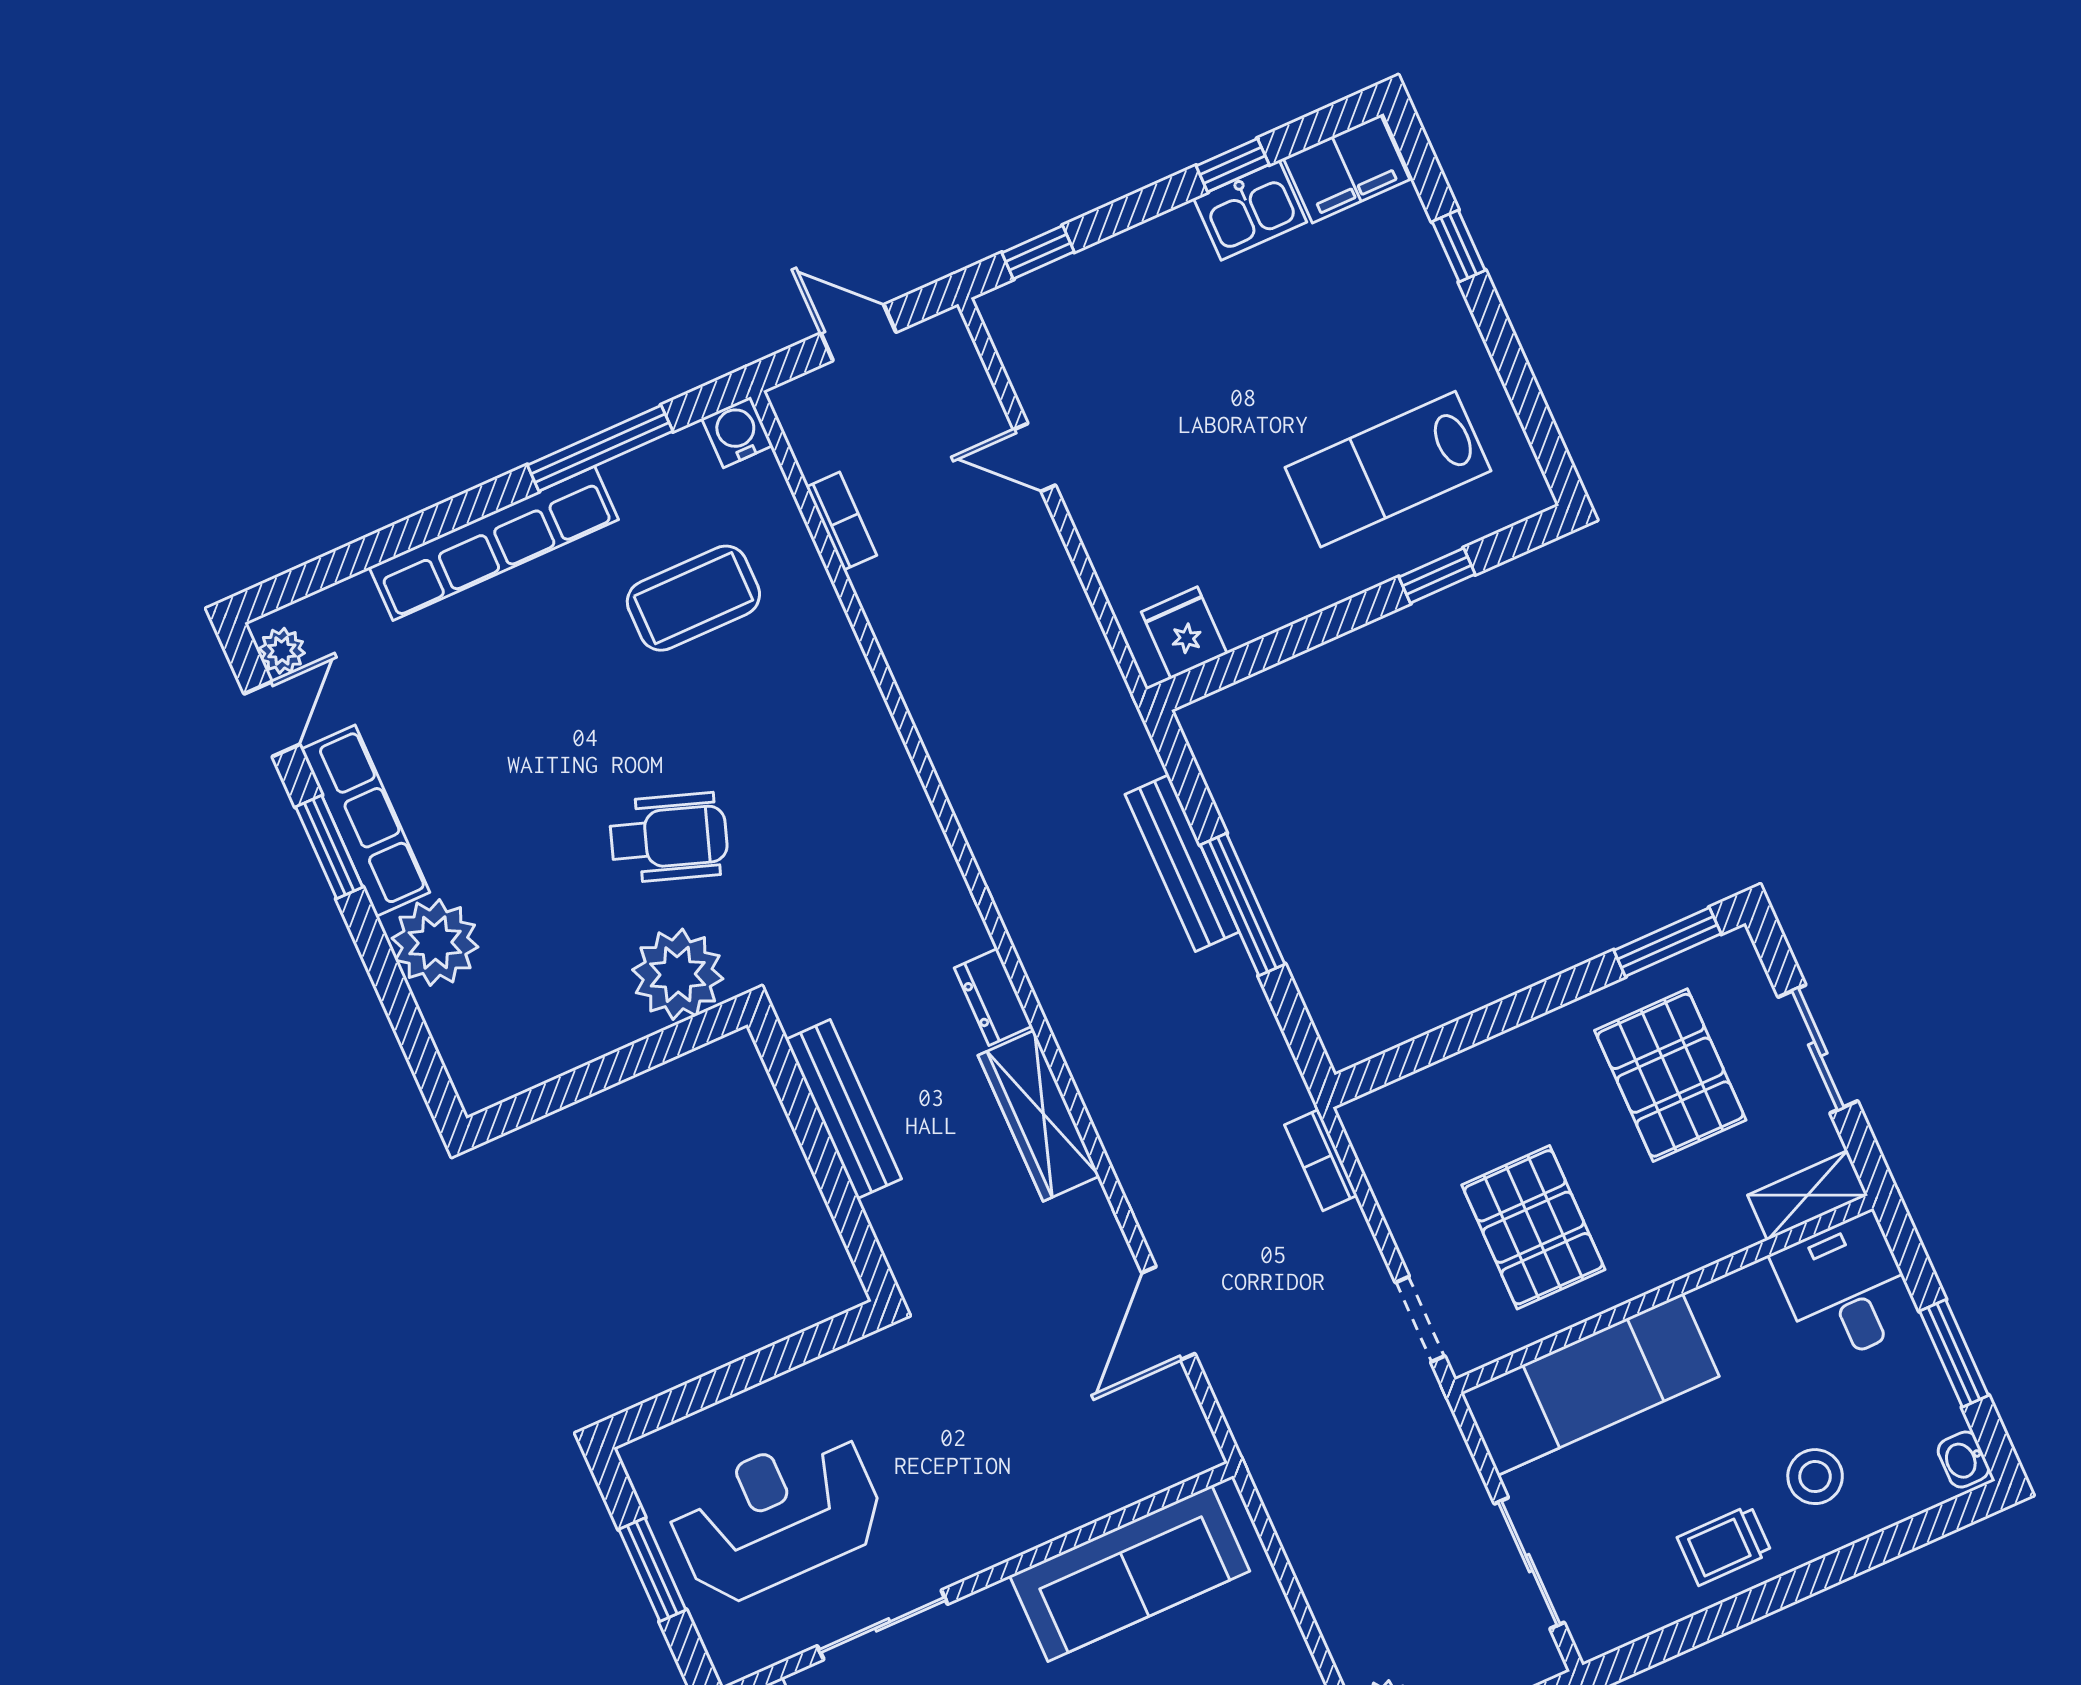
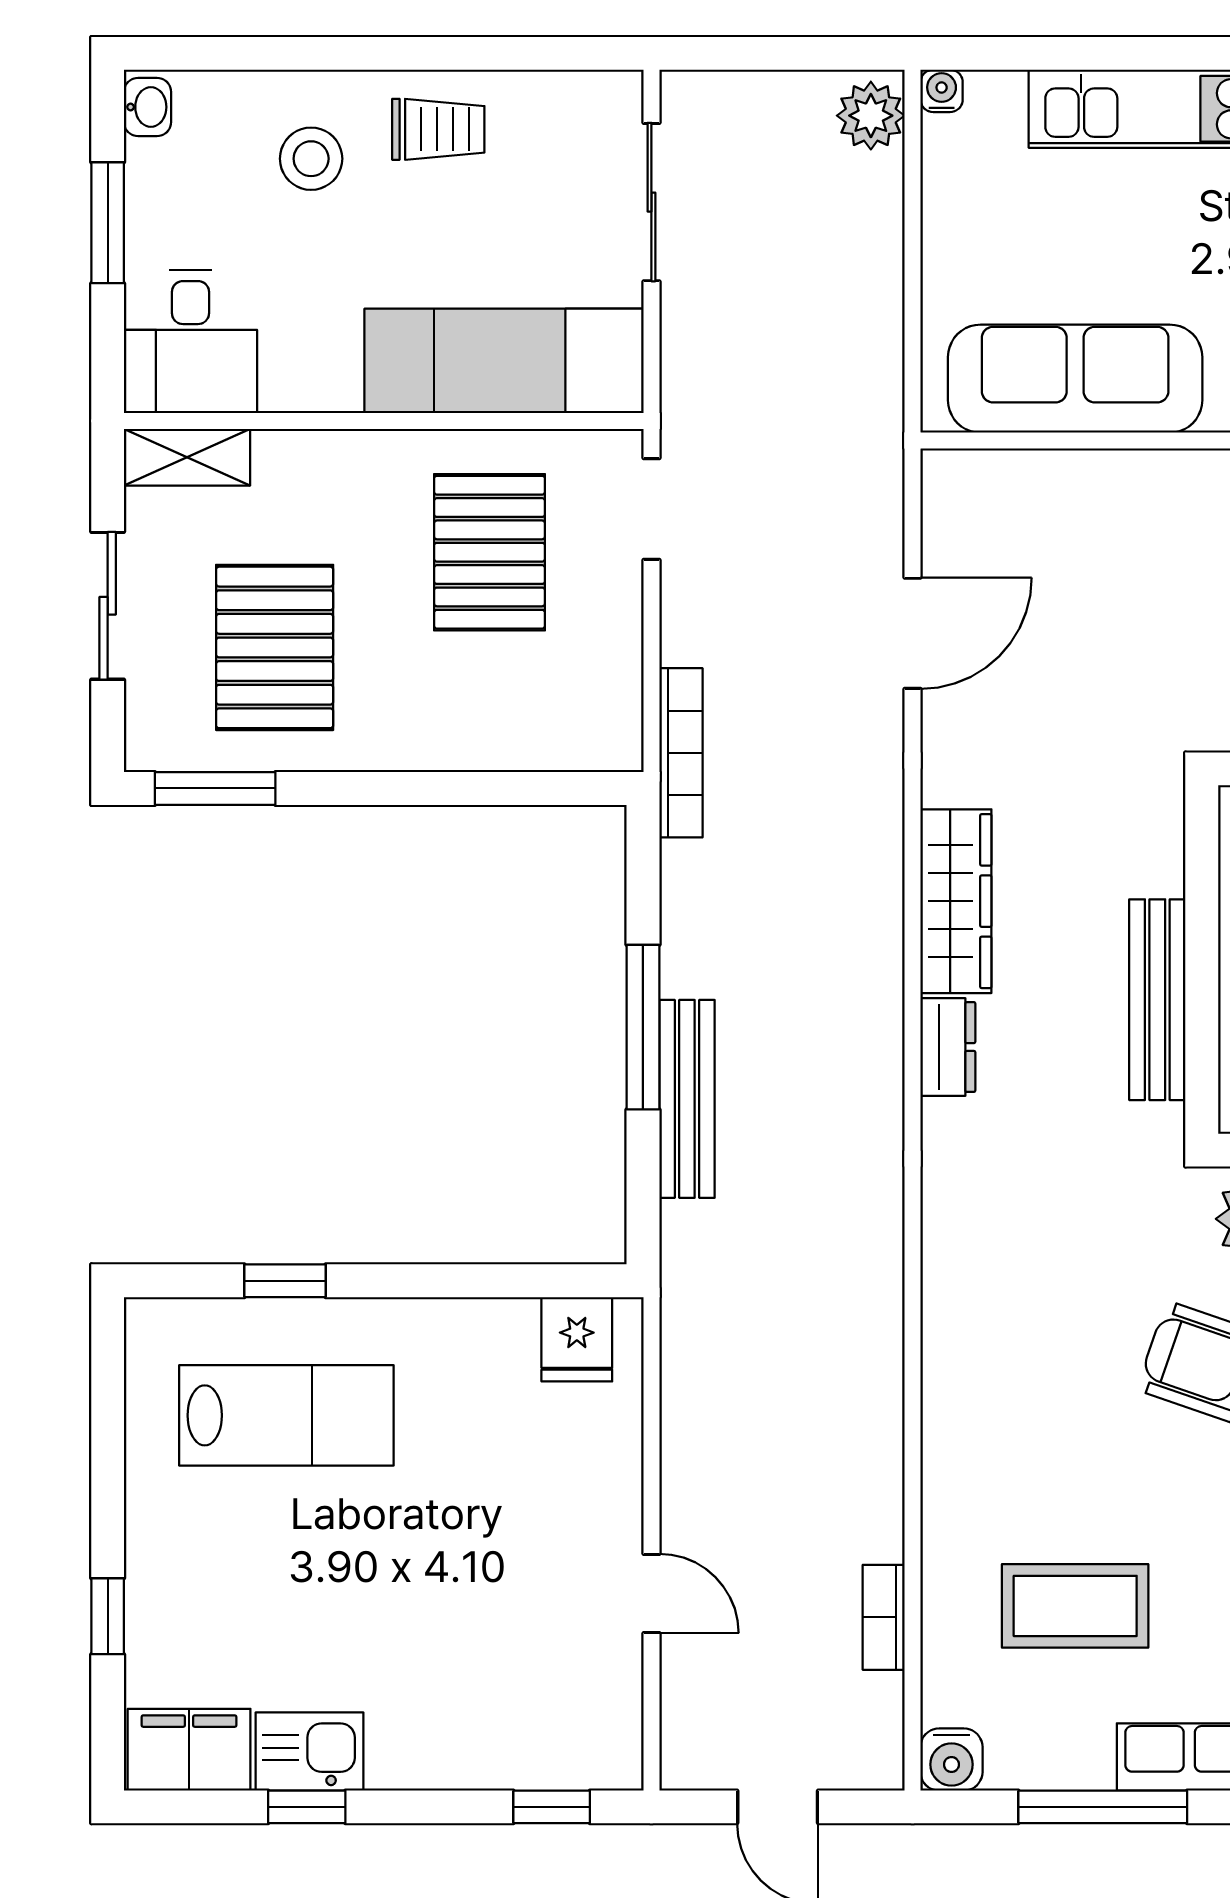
bookcase: (1321, 1160) -> (681, 753), width x1.56

